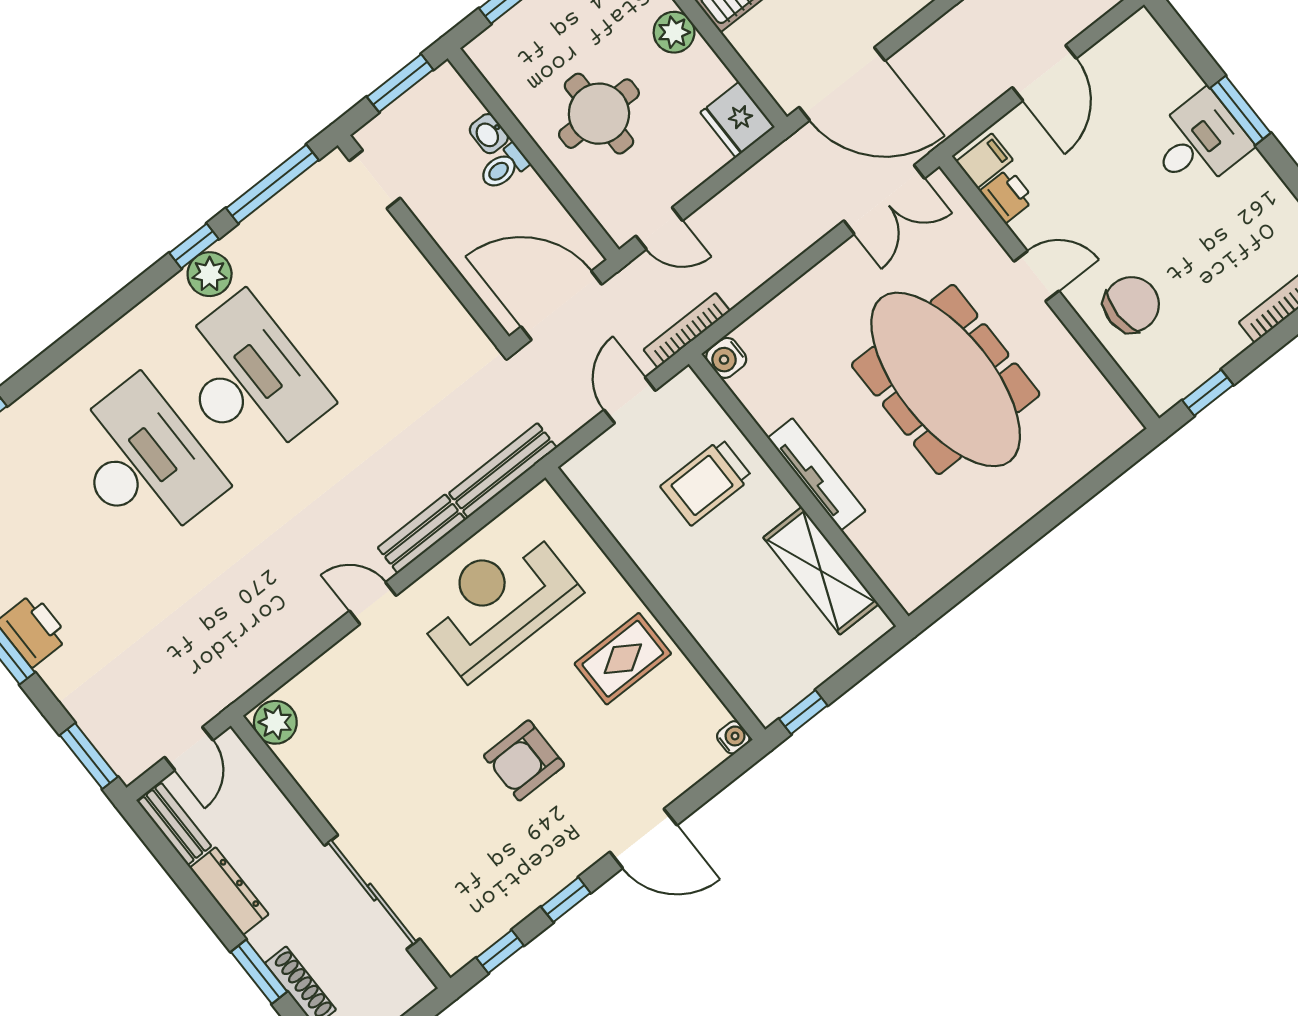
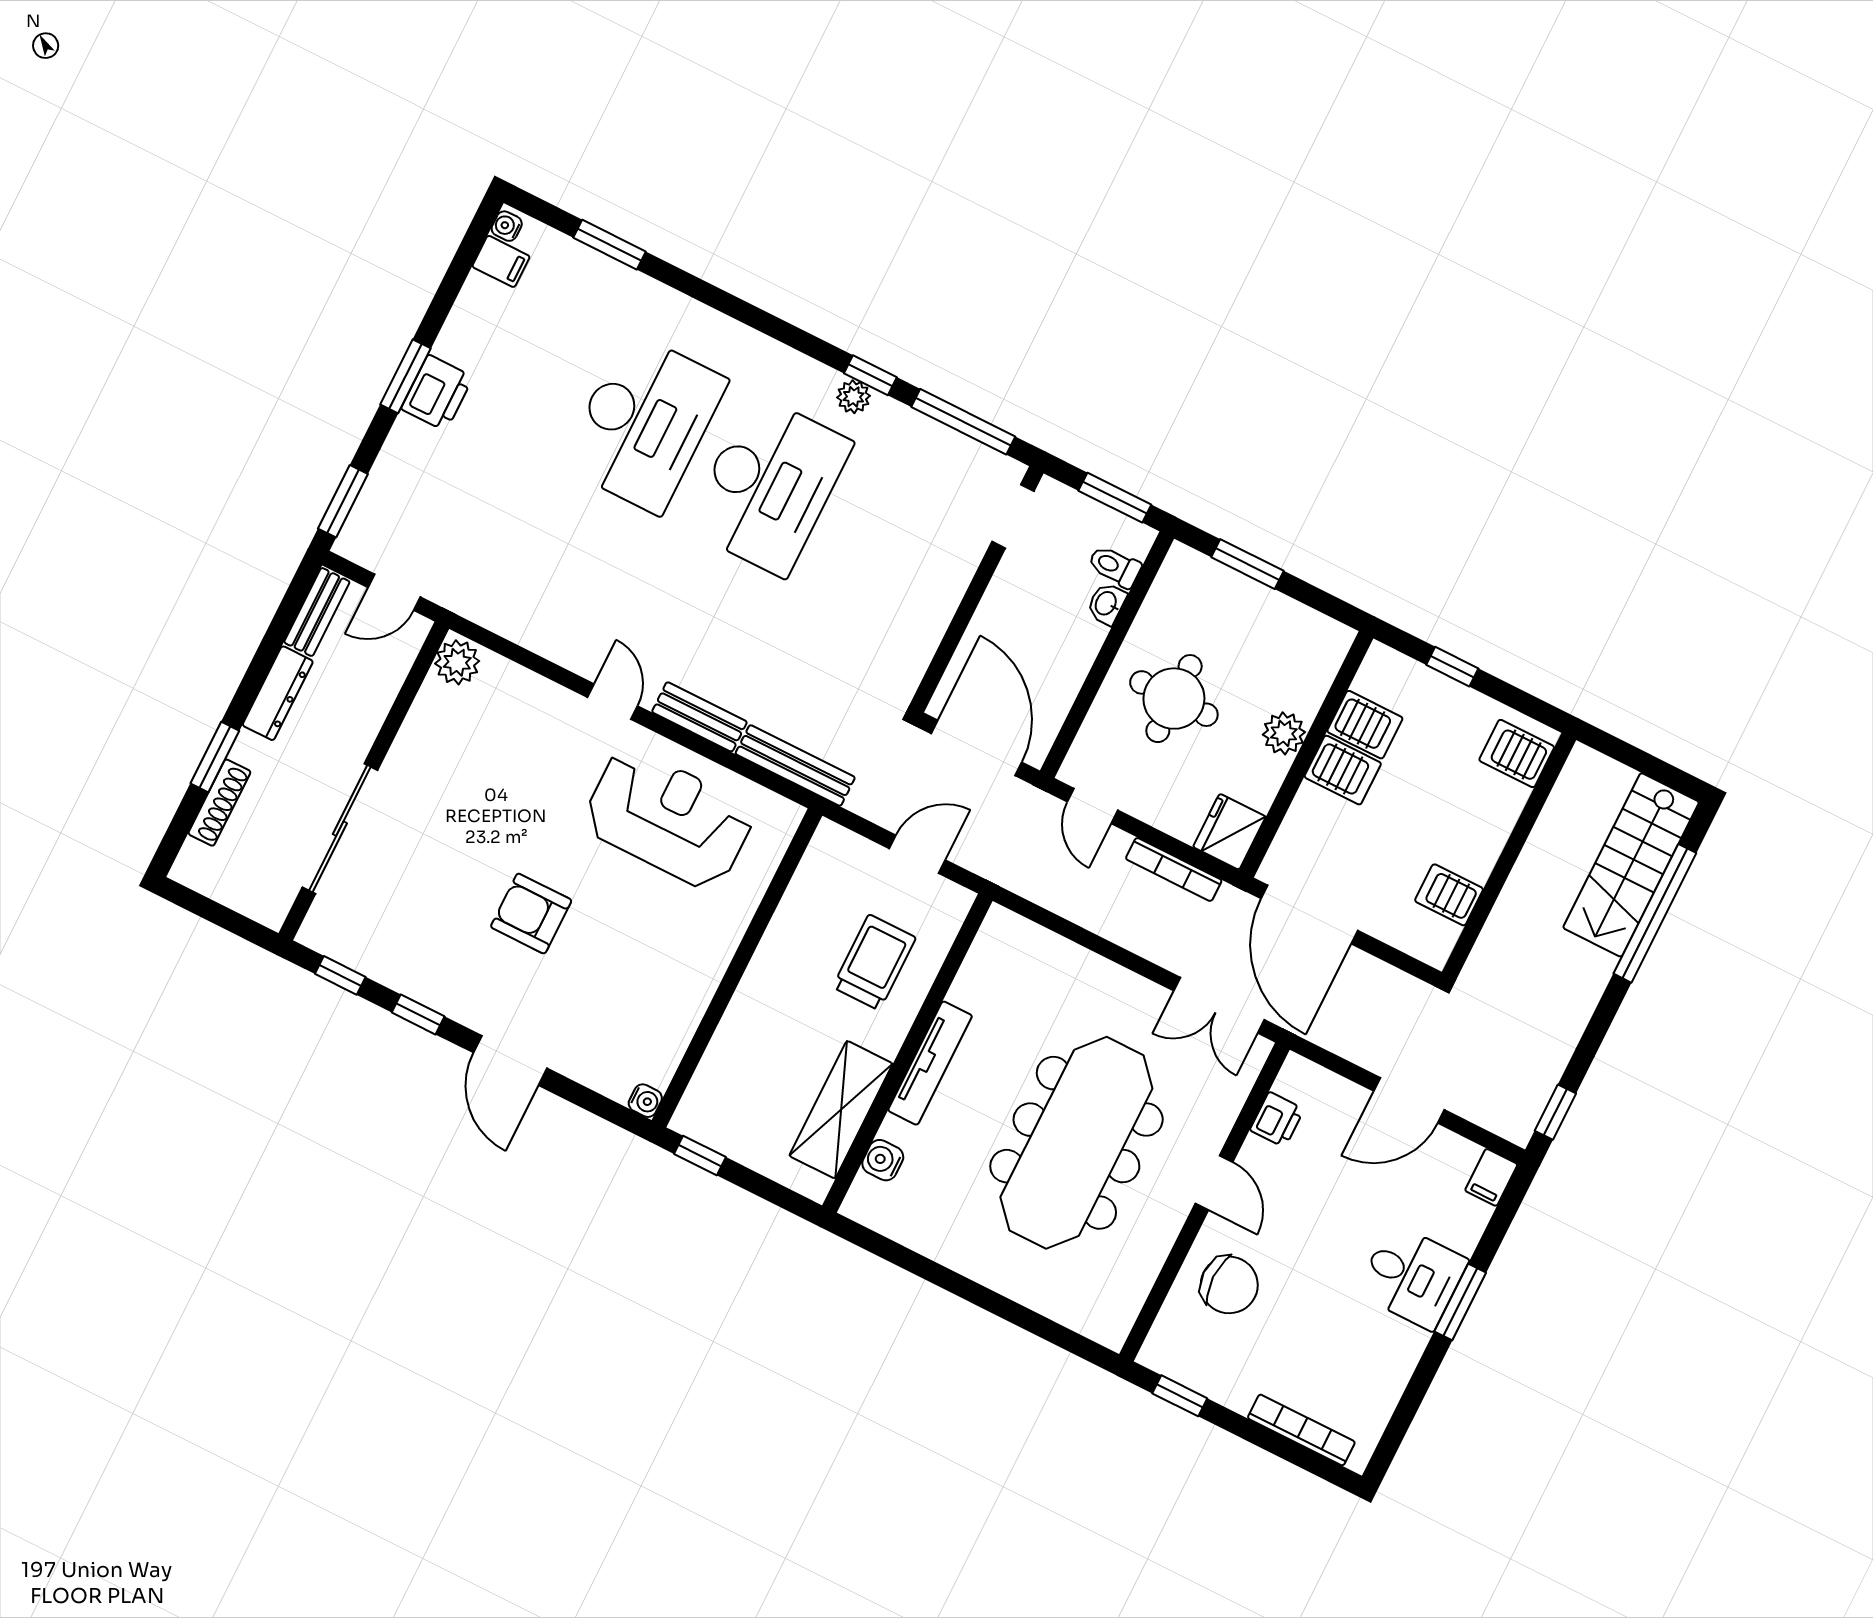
filing cabinet: (985, 161) -> (1491, 1177), moved, turned 90
toilet: (504, 167) -> (1115, 566), moved
plant: (210, 274) -> (853, 397), width x0.73, depth x0.73
bookcase: (687, 330) -> (1174, 869), moved, turned 180
water cooler: (726, 358) -> (883, 1160), moved
trolley: (706, 482) -> (874, 962), turned 90
rug: (623, 659) -> (671, 962), removed

